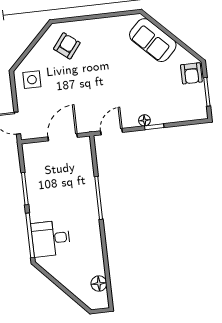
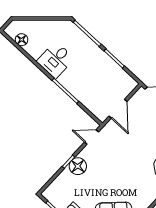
floor lamp: (144, 120) -> (78, 166), width x1.89, depth x1.89
door: (111, 132) -> (92, 137), swing flipped
desk: (51, 238) -> (56, 60), moved, turned 180

